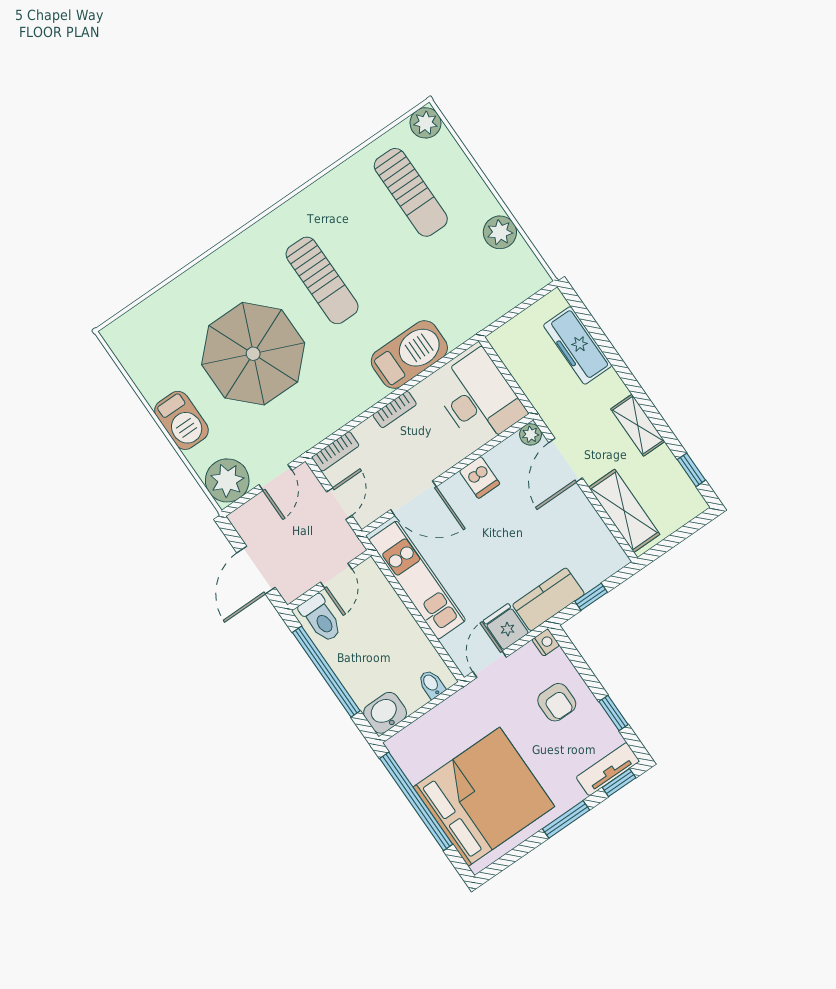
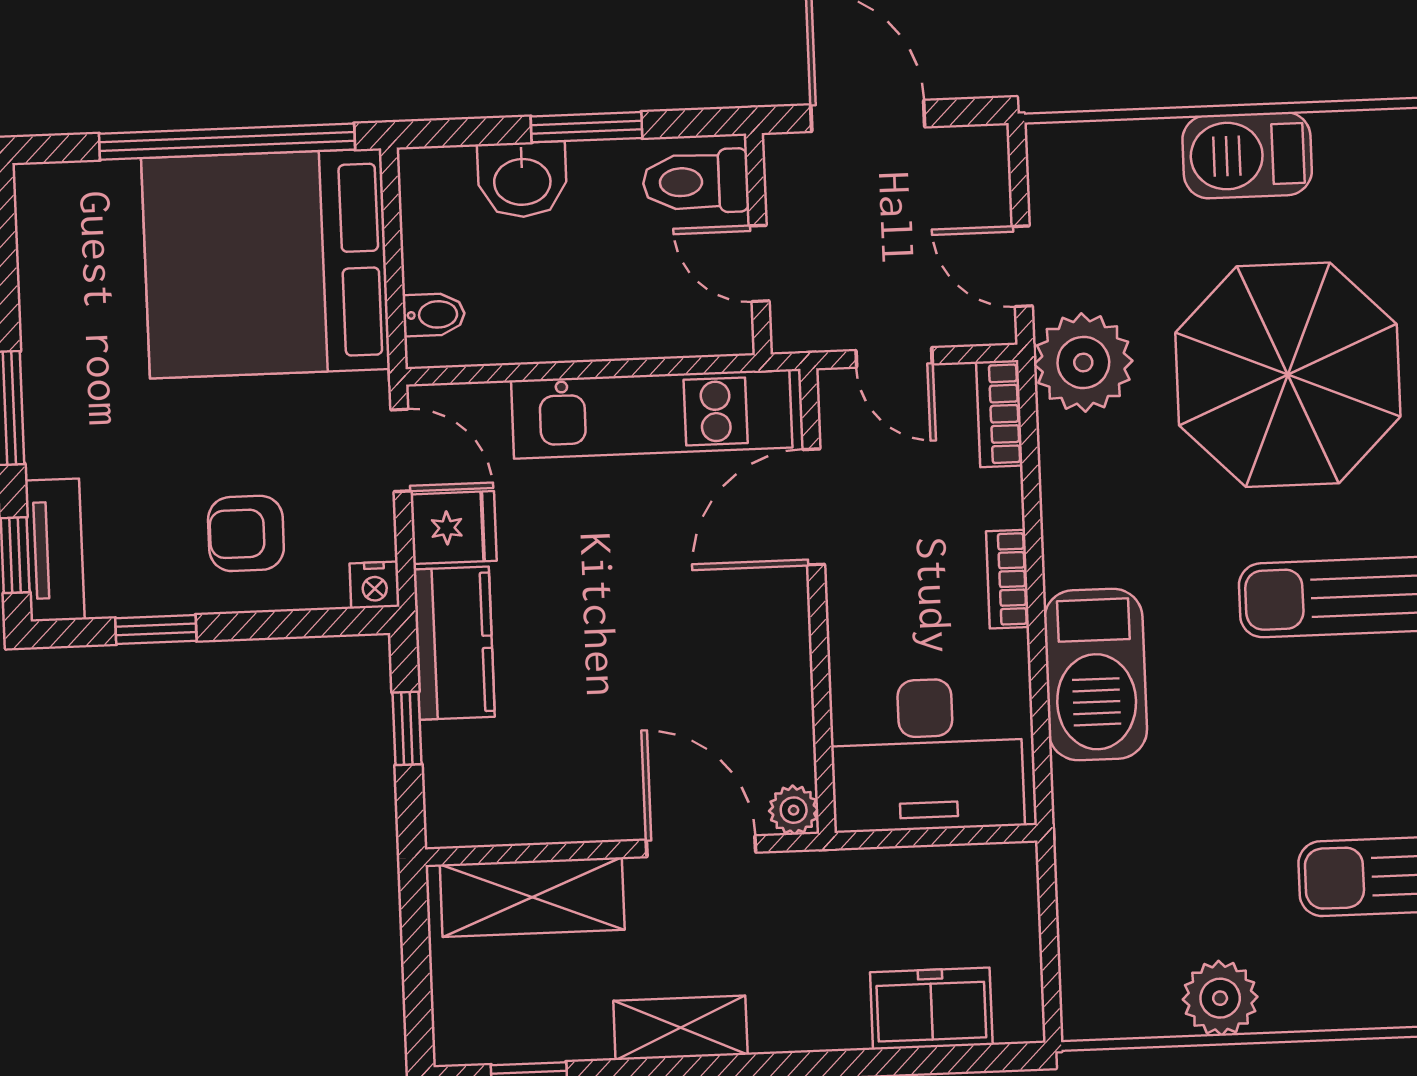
freezer: (578, 345) -> (931, 1009), width x0.71
dishwasher: (480, 477) -> (773, 660), removed
plant: (227, 480) -> (1083, 362), moved
window: (326, 672) -> (586, 127), width x0.47
washbasin: (385, 713) -> (522, 180), moved, turned 90
bed: (484, 797) -> (266, 263), moved, turned 90

